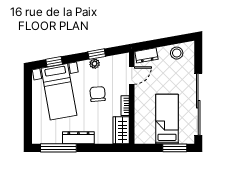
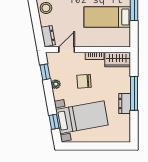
window: (97, 54) -> (45, 72), moved
door: (132, 75) -> (67, 50), hinge flipped
dresser: (78, 138) -> (125, 104), width x0.70
window: (58, 148) -> (134, 93), moved

